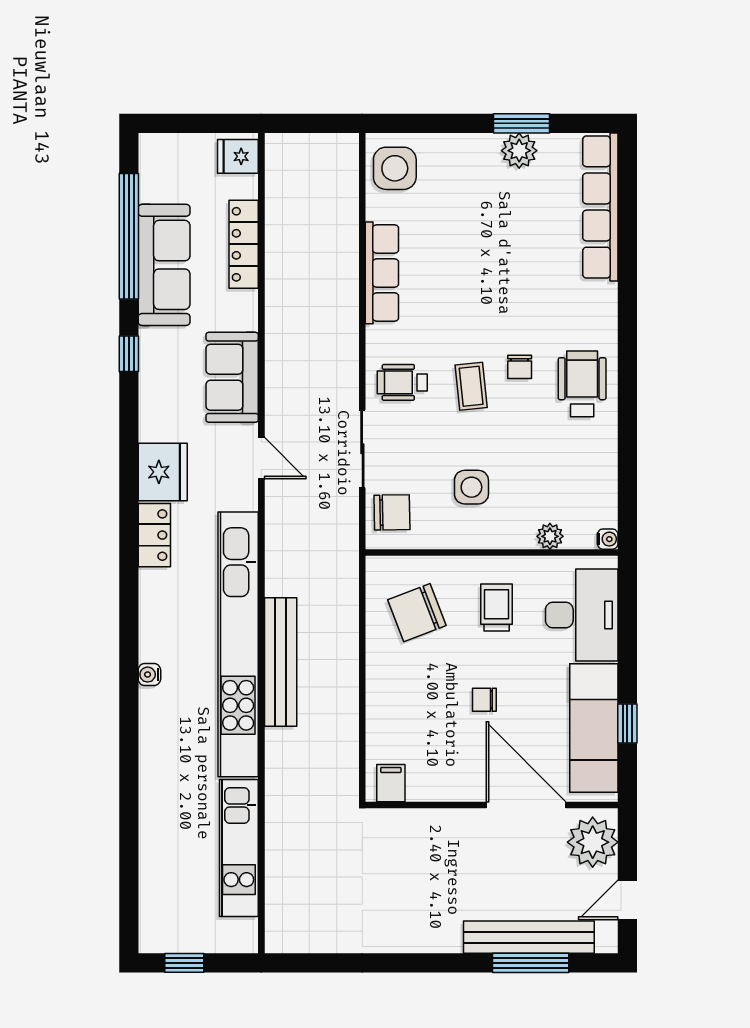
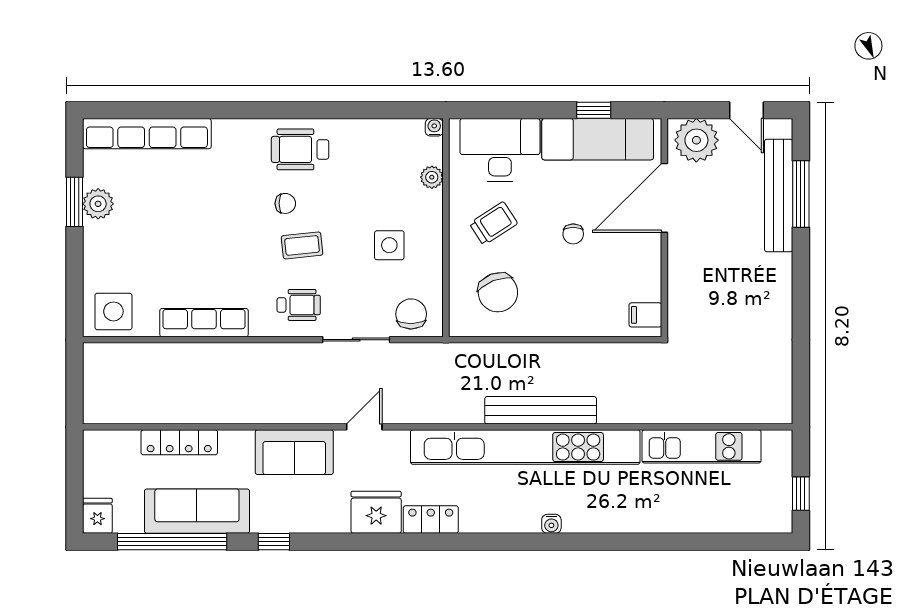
fridge: (238, 156) -> (97, 516), moved, turned 180
wheelchair: (402, 382) -> (299, 305), turned -90
trolley: (497, 607) -> (493, 223), turned 147

